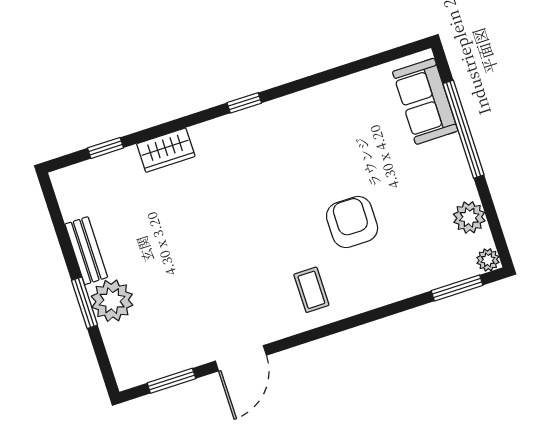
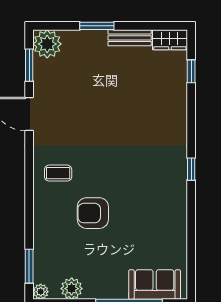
wardrobe: (166, 150) -> (170, 40), moved, turned -90
armchair: (352, 222) -> (93, 213), turned 180
plant: (112, 301) -> (47, 44), moved

